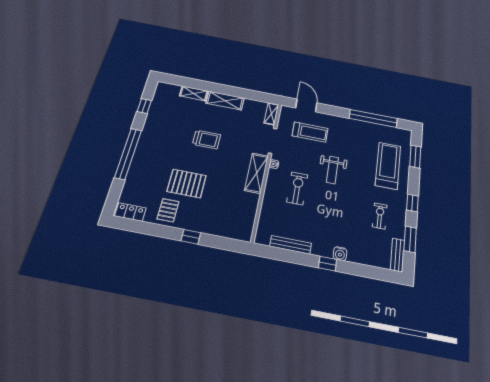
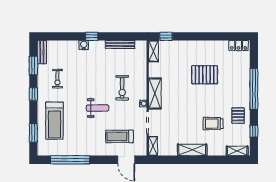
shelving: (194, 93) -> (237, 151), moved
trolley: (207, 140) -> (213, 124), moved
weight bench: (332, 170) -> (97, 108), turned 90
pallet: (168, 210) -> (238, 116), moved
shelving: (247, 227) -> (153, 51), added
window: (191, 237) -> (166, 36), moved

